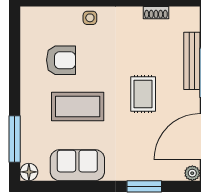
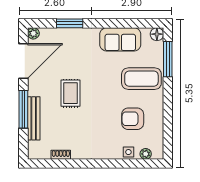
plant: (44, 14) -> (146, 154), added
side table: (90, 18) -> (128, 152), moved
coffee table: (78, 106) -> (141, 79), moved

